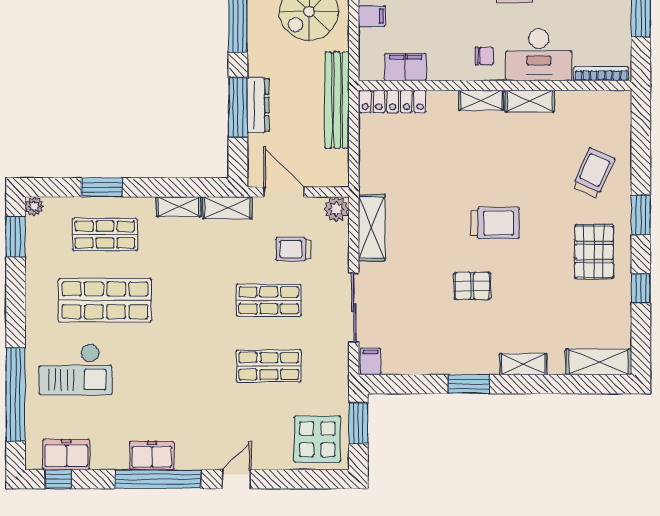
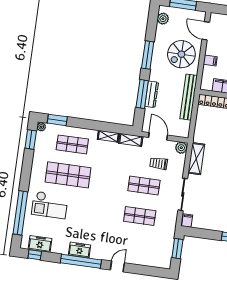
window: (102, 187) -> (57, 120), moved
display table: (317, 439) -> (157, 253), removed

